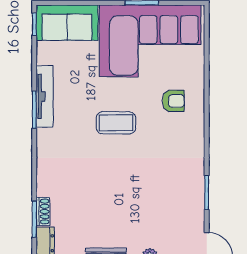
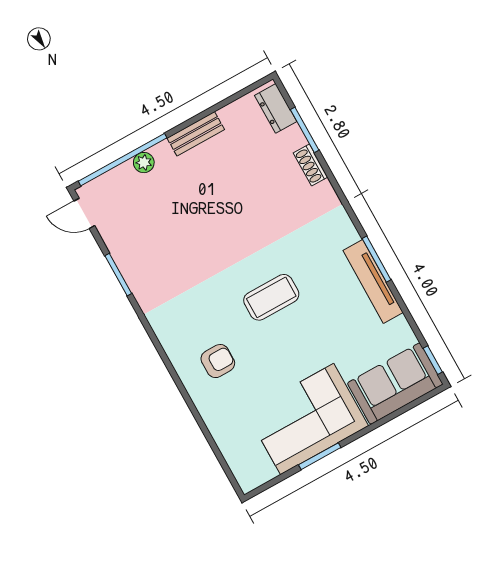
corner sofa: (150, 41) -> (307, 419), width x0.73, depth x0.74
armchair: (173, 101) -> (218, 361), turned 180
shoe rack: (43, 211) -> (311, 165), moved

